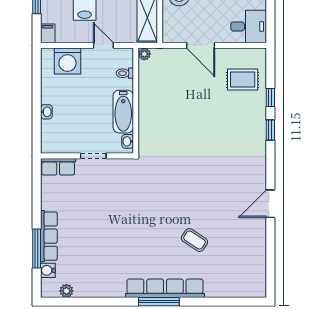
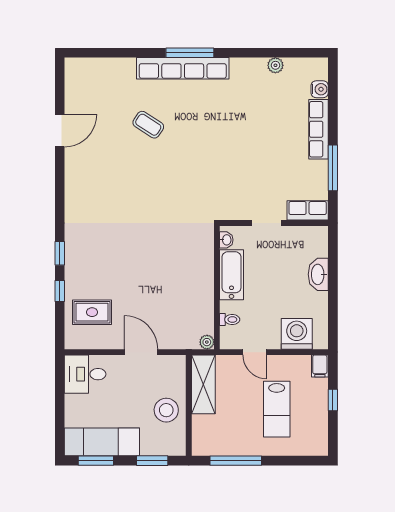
washbasin: (46, 112) -> (318, 274), width x1.91, depth x1.45
door: (270, 204) -> (60, 131), moved
window: (37, 248) -> (333, 168), moved
plant: (66, 291) -> (275, 65), moved

